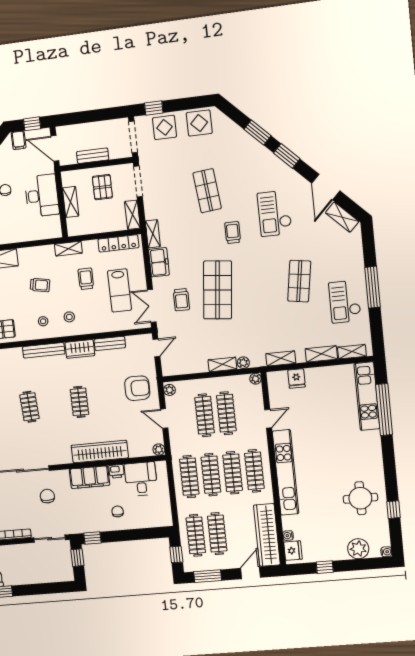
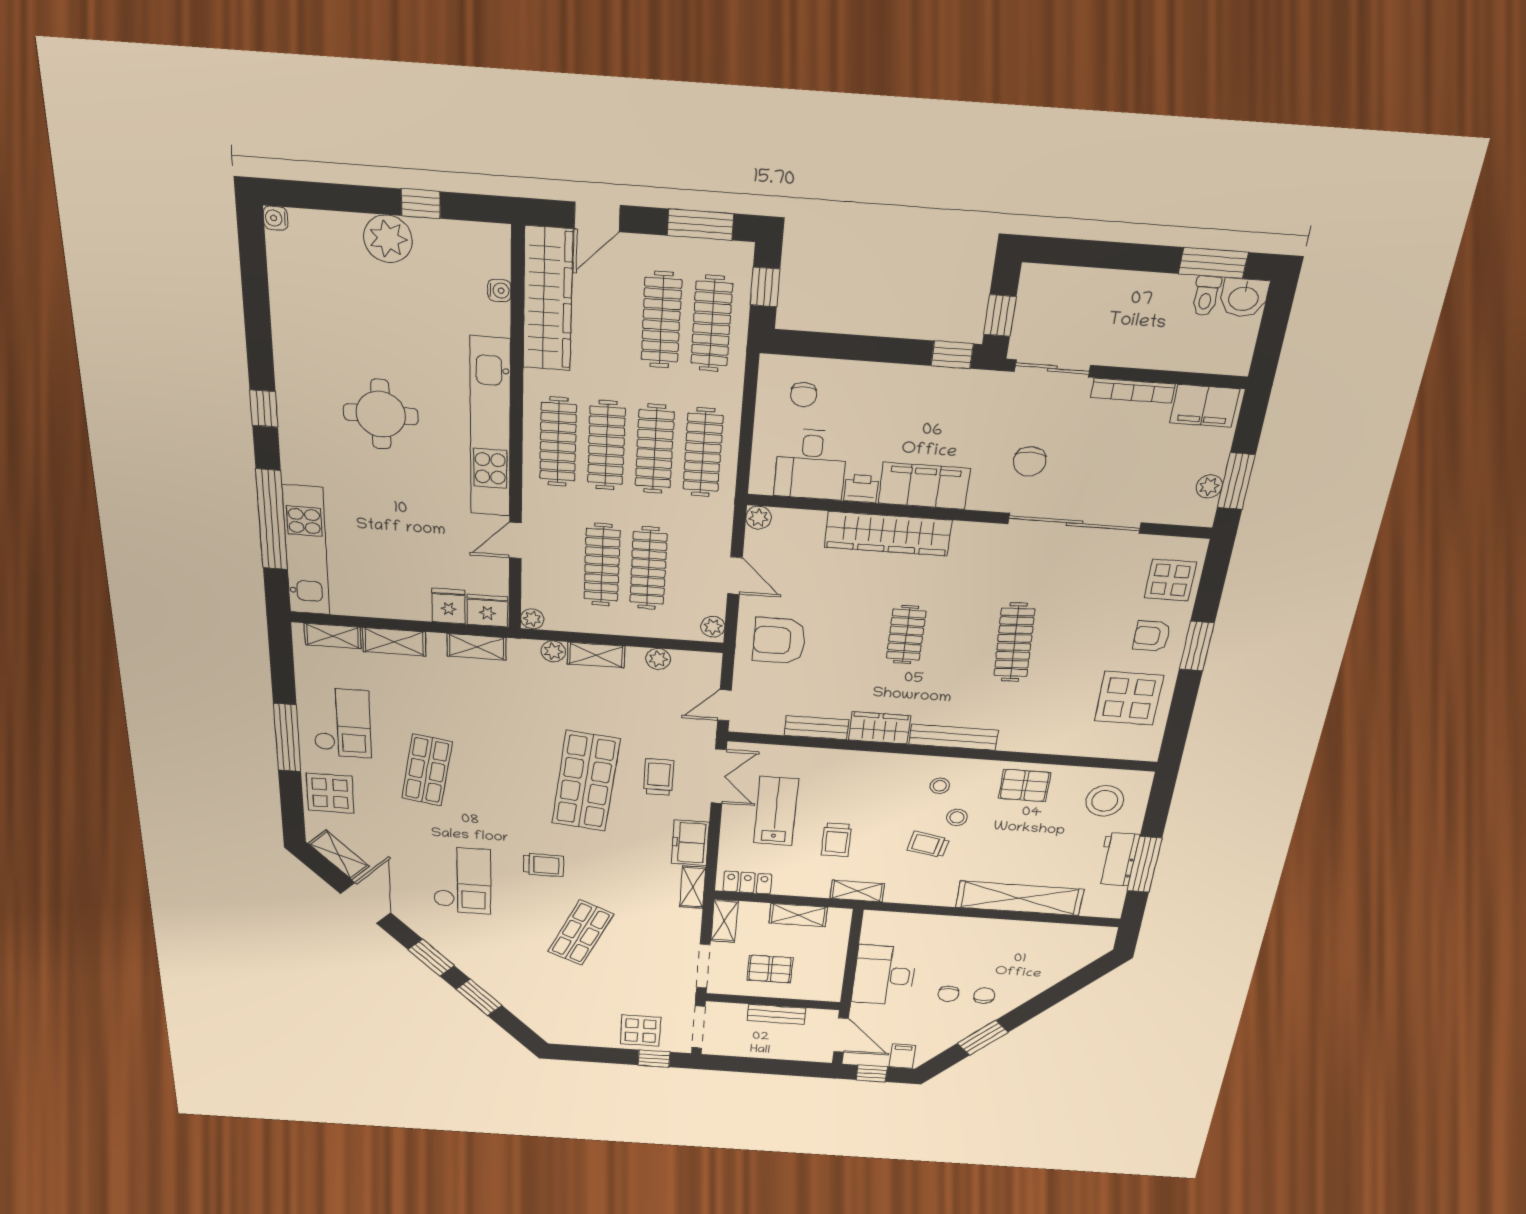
display table: (199, 123) -> (330, 793), moved
pallet: (102, 187) -> (770, 969), turned 90
shop shelf: (207, 191) -> (581, 933), turned 30
shelving: (71, 202) -> (798, 915), moved, turned 90
trolley: (233, 233) -> (543, 865), turned -90
locker: (118, 243) -> (747, 883), width x0.66
stool: (69, 317) -> (957, 817), moved
plant: (192, 368) -> (658, 659), added
clothes rail: (29, 407) -> (1014, 643), width x1.36
round table: (360, 498) -> (381, 414), moved
window: (393, 510) -> (264, 408), moved
chair: (118, 511) -> (804, 395), moved
plant: (358, 549) -> (388, 239), moved
fridge: (293, 551) -> (487, 611), moved, turned 90

